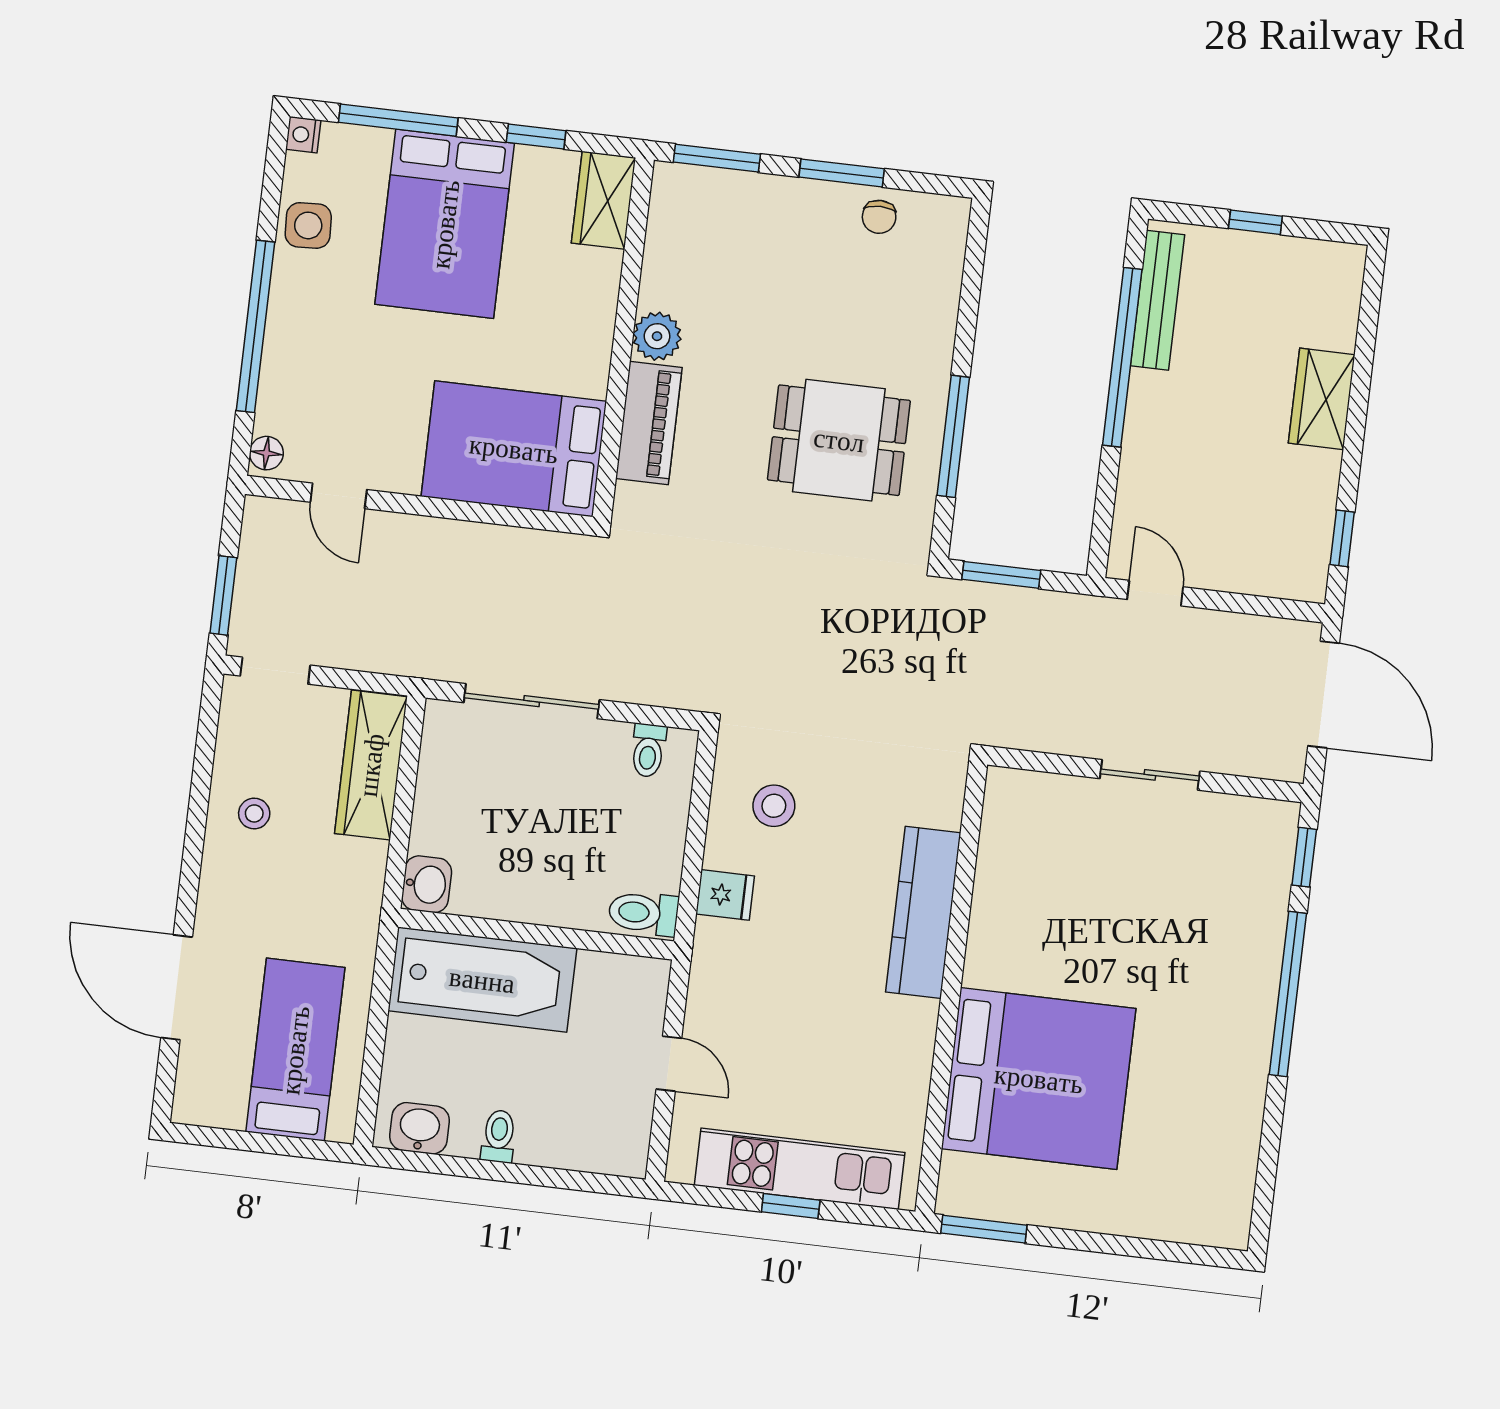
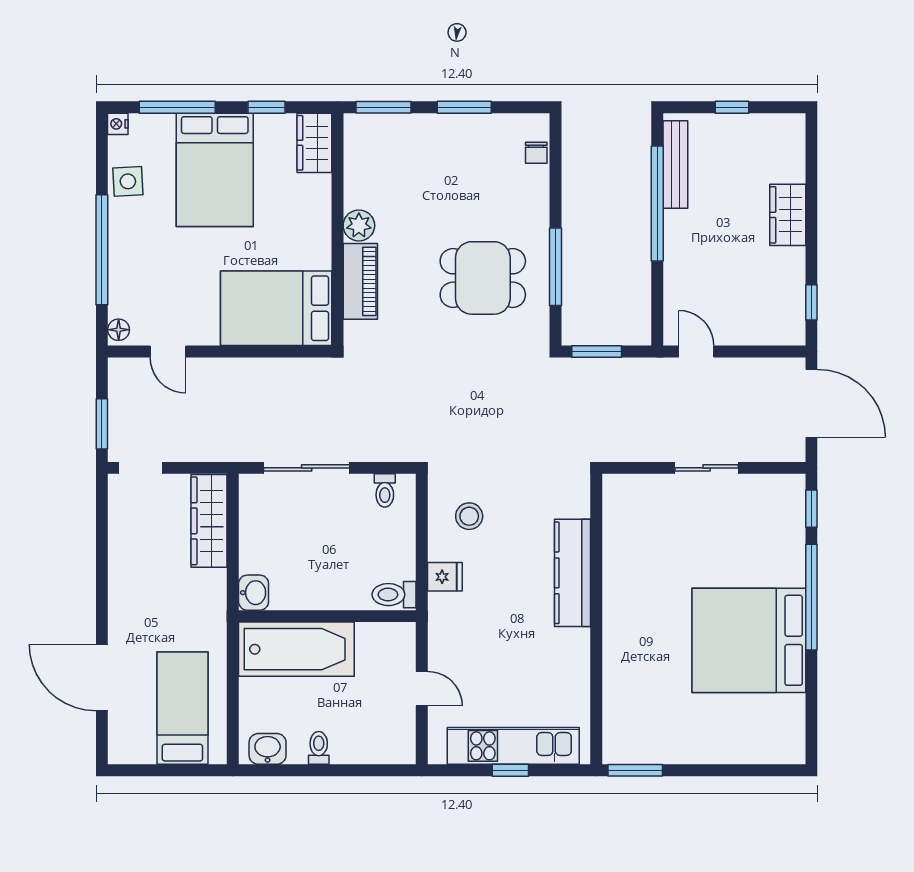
chair: (879, 217) -> (536, 153), moved
stool: (254, 813) -> (138, 561), removed
bed: (1039, 1079) -> (749, 640), moved, turned 180

